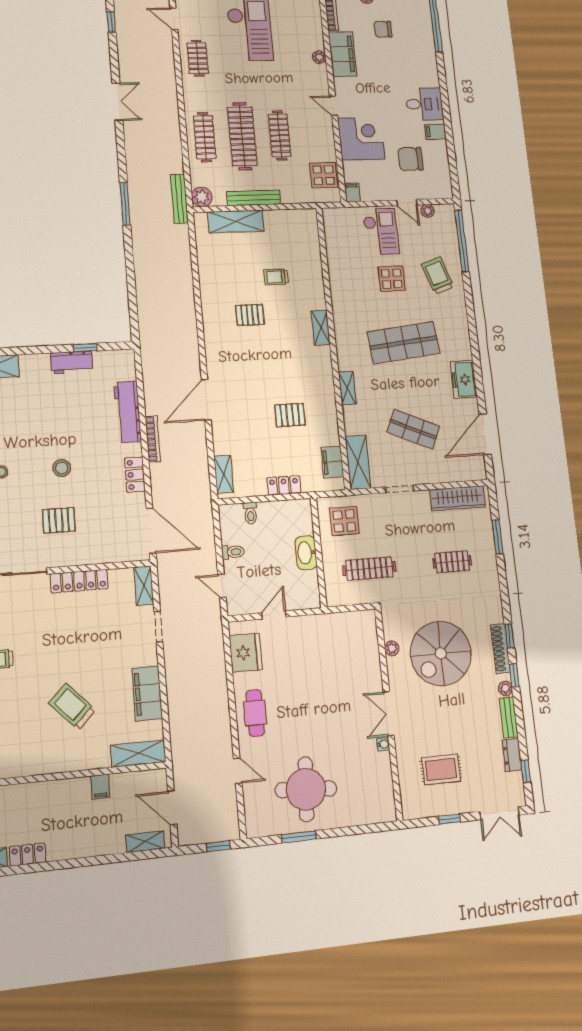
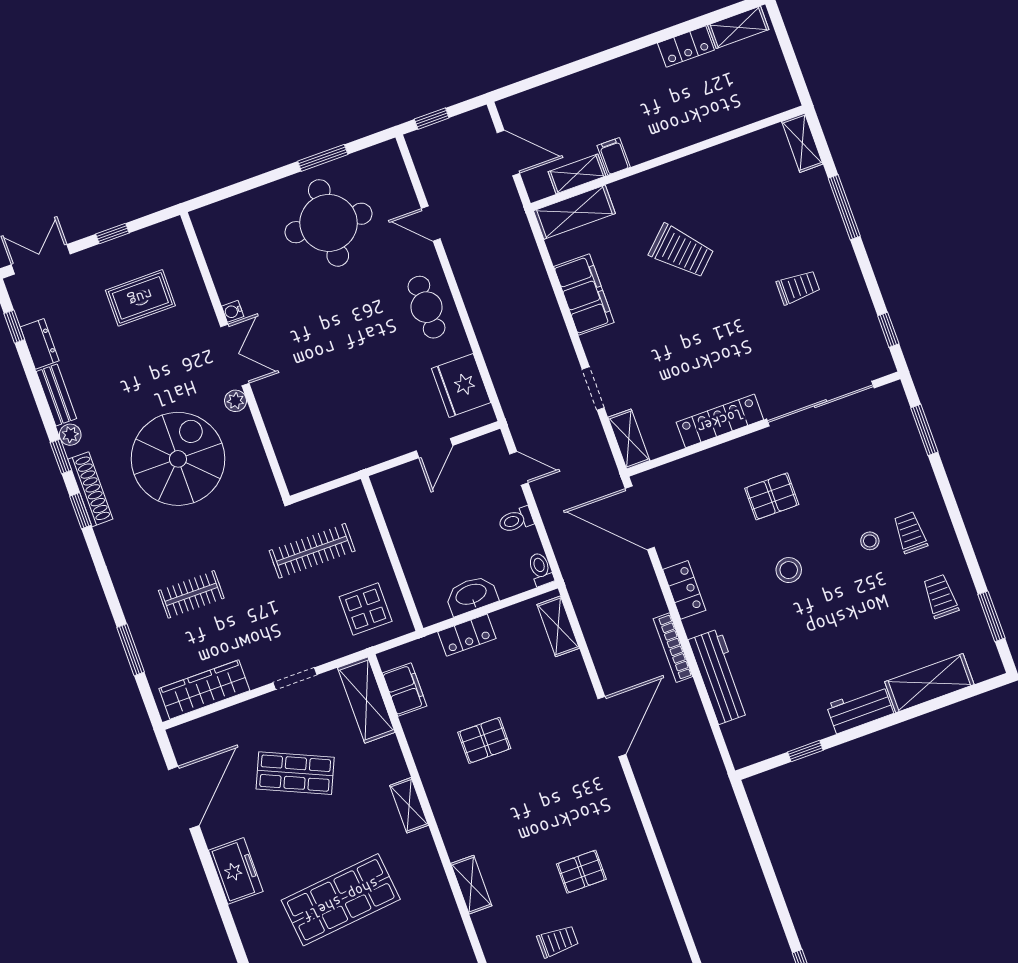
workbench: (72, 362) -> (860, 709), moved
toilet: (250, 513) -> (541, 569), moved
washbasin: (306, 553) -> (471, 595), moved, turned -90
plant: (392, 648) -> (235, 401), moved
shelving: (145, 842) -> (577, 174), moved

